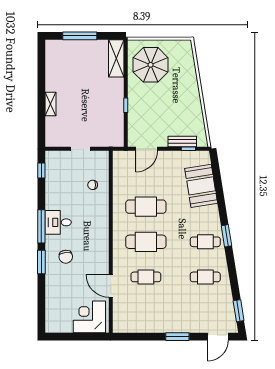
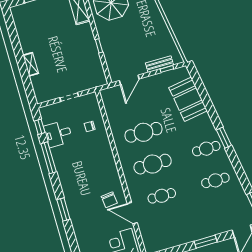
desk: (58, 222) -> (58, 134), moved
window: (41, 226) -> (49, 158), moved
chair: (66, 257) -> (109, 200), moved

